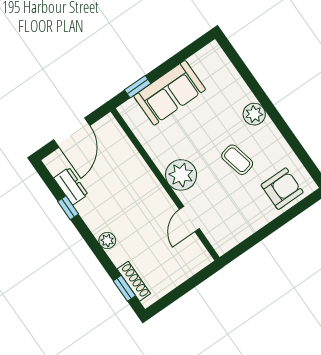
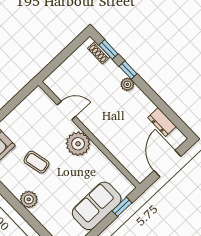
window: (68, 208) -> (128, 70), moved
door: (189, 219) -> (66, 111), hinge flipped
shoe rack: (134, 281) -> (99, 53), width x0.70

